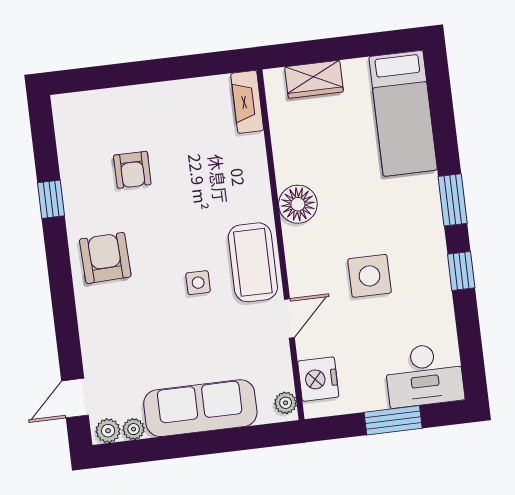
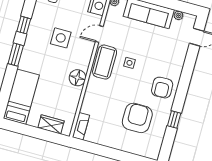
armchair: (132, 170) -> (137, 118), width x1.88, depth x1.88
plant: (108, 431) -> (189, 19), removed

